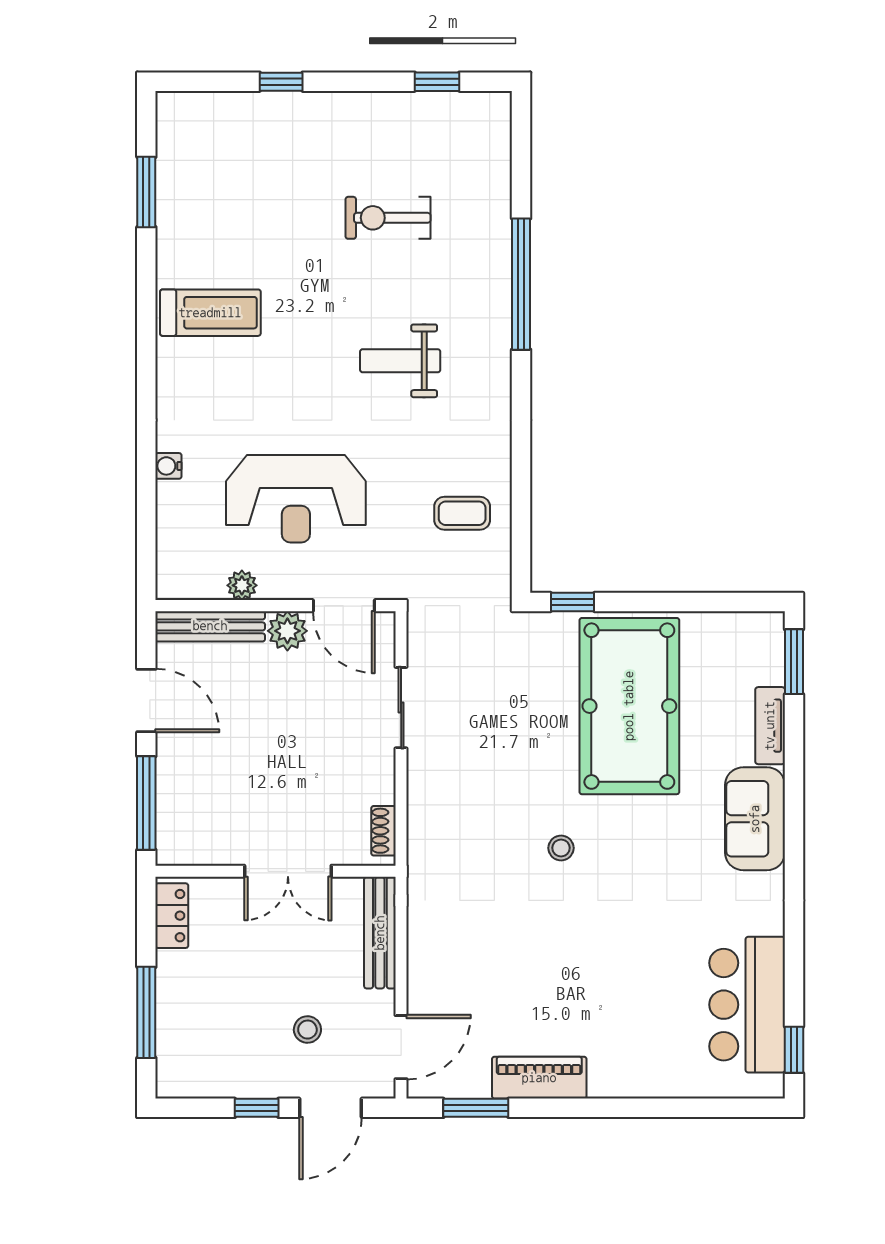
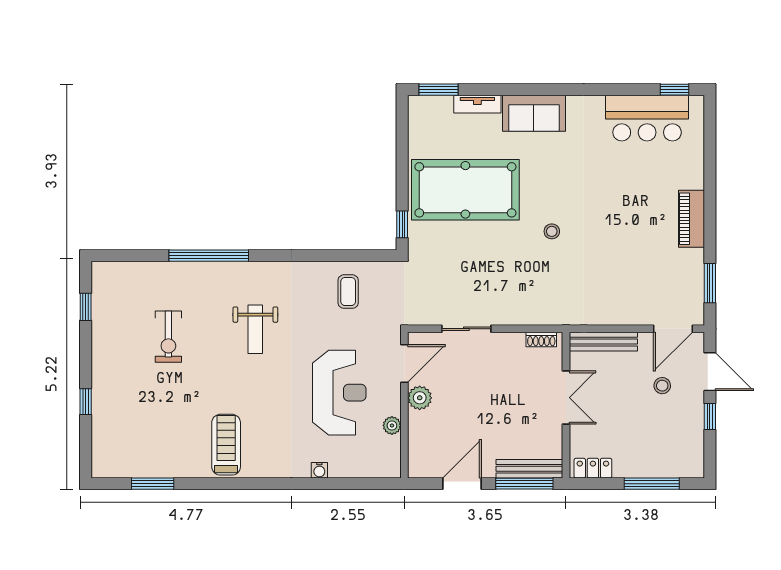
bench: (210, 626) -> (529, 469), moved, turned 90
door: (401, 1047) -> (673, 329), swing flipped
piano: (539, 1078) -> (691, 219), moved

